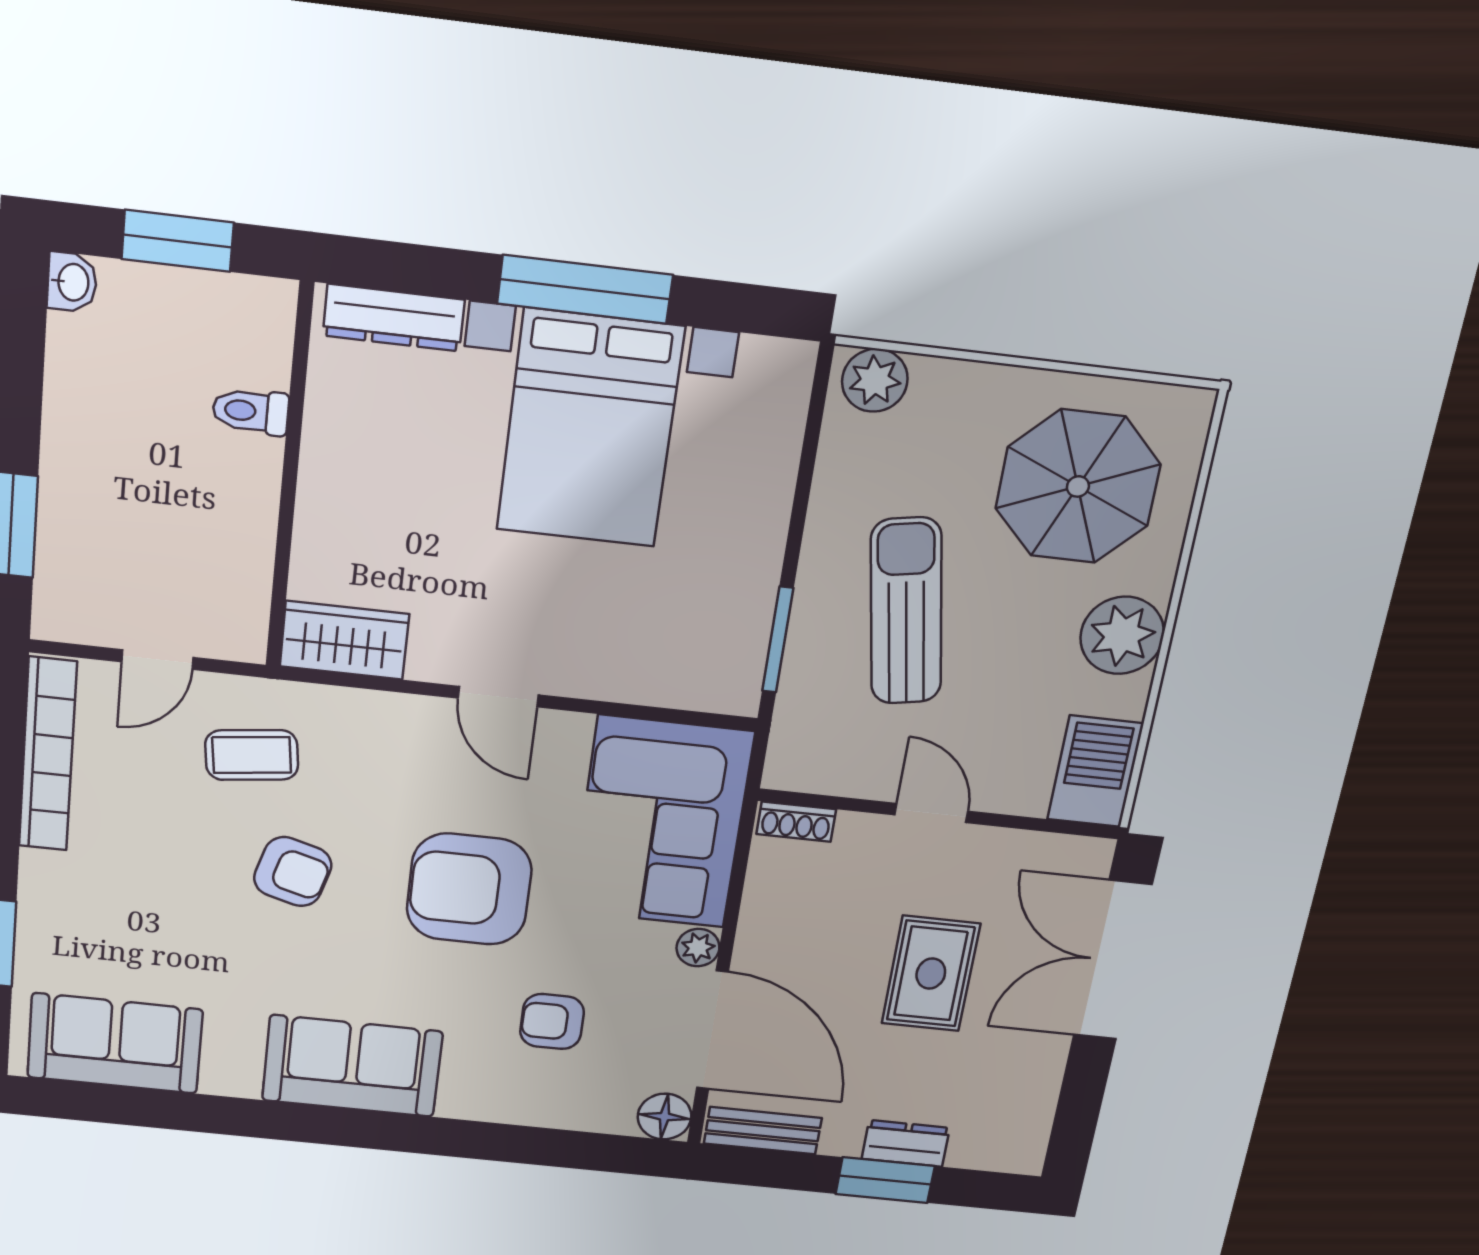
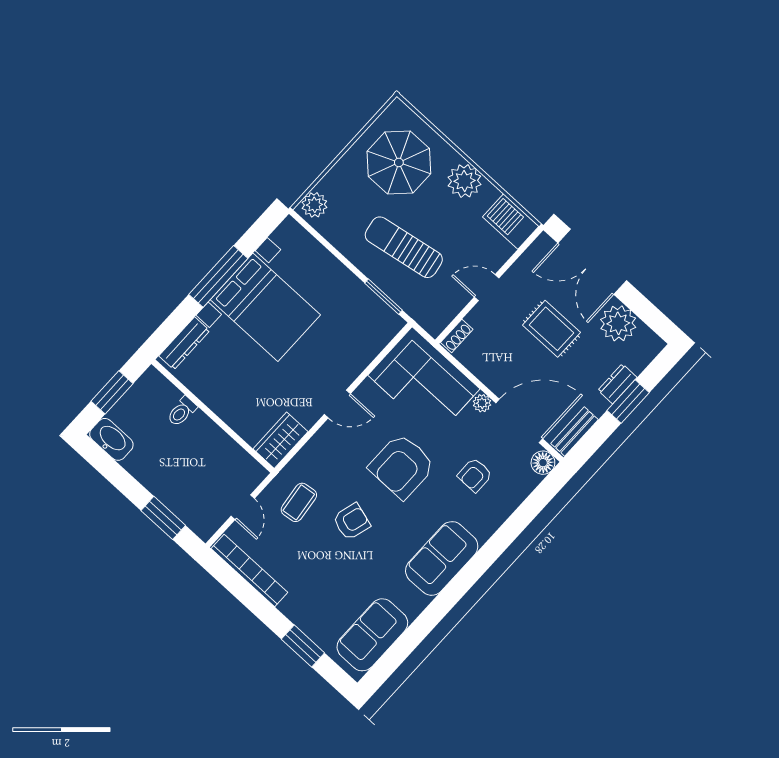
washbasin: (72, 282) -> (111, 439), width x1.91, depth x1.45
plant: (1022, 1075) -> (618, 323), added

